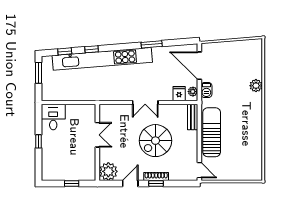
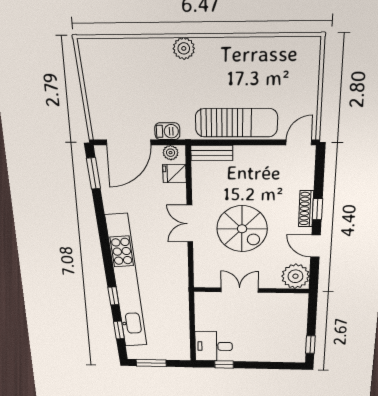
window: (152, 44) -> (93, 173), moved
plant: (256, 86) -> (184, 48), moved
double door: (145, 102) -> (190, 224), swing flipped
sun lounger: (212, 132) -> (236, 123), turned 180
window: (38, 141) -> (224, 364), moved
spiral stairs: (155, 141) -> (242, 229), moved
window: (72, 184) -> (310, 345), moved

